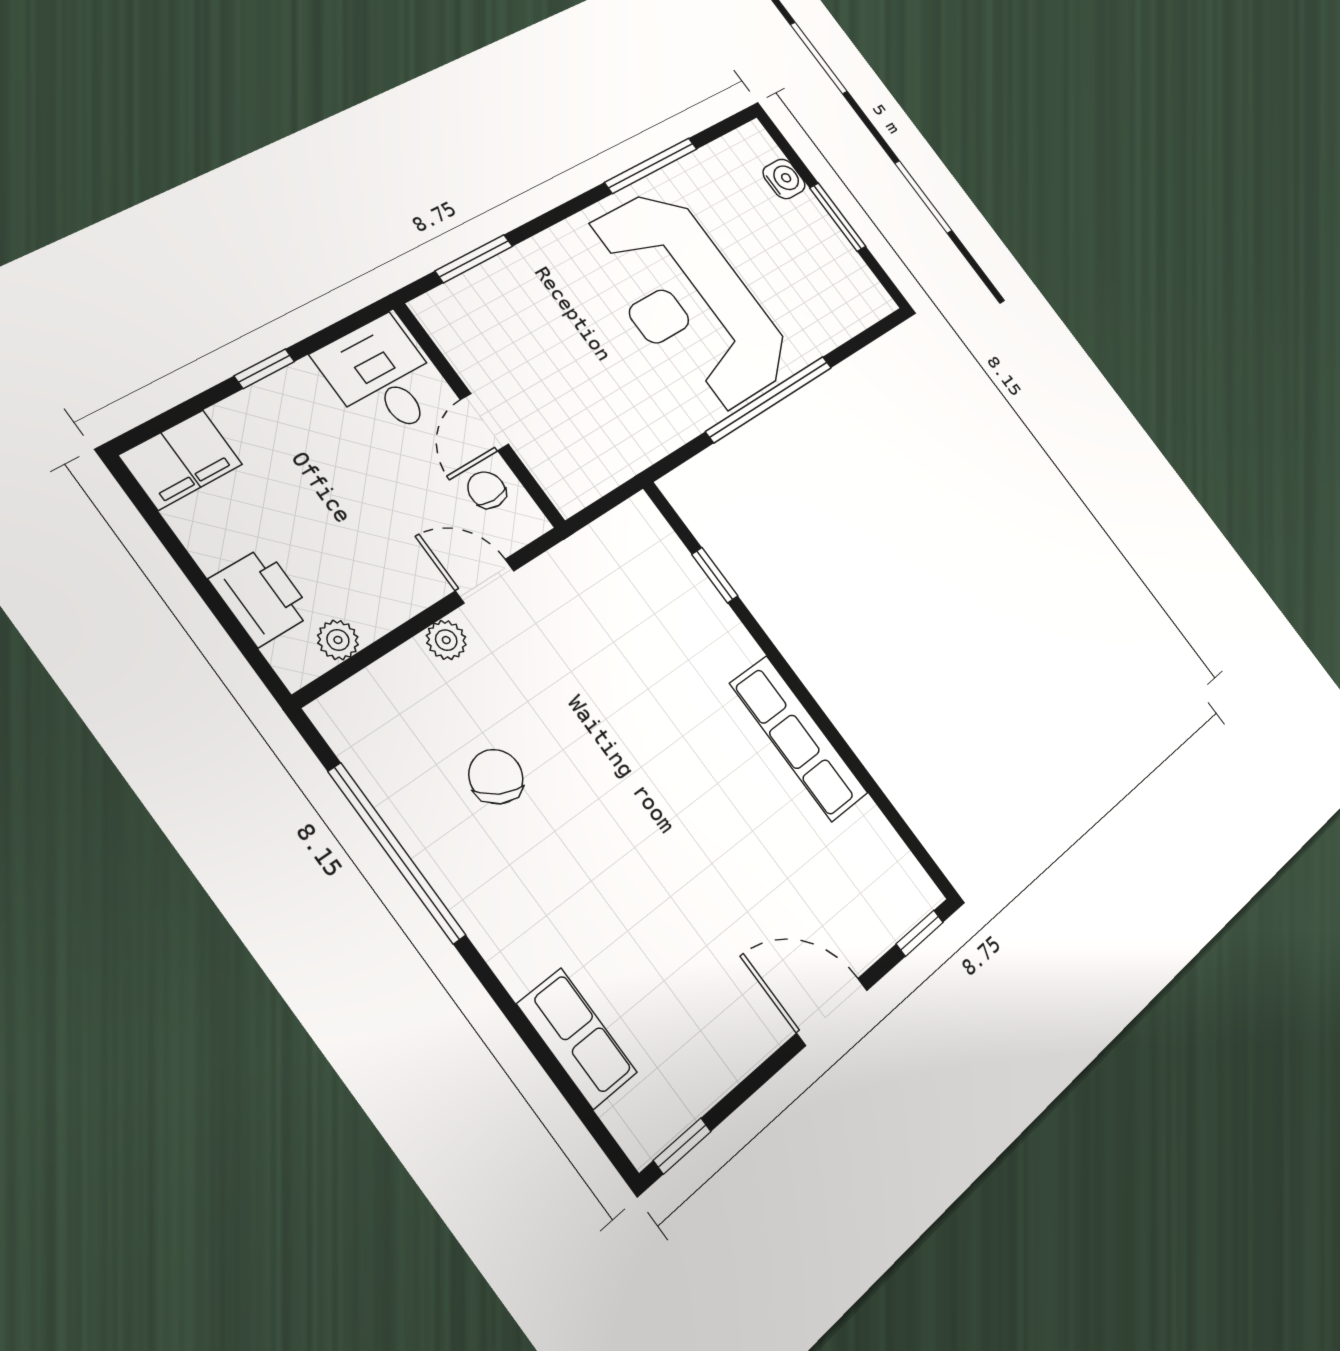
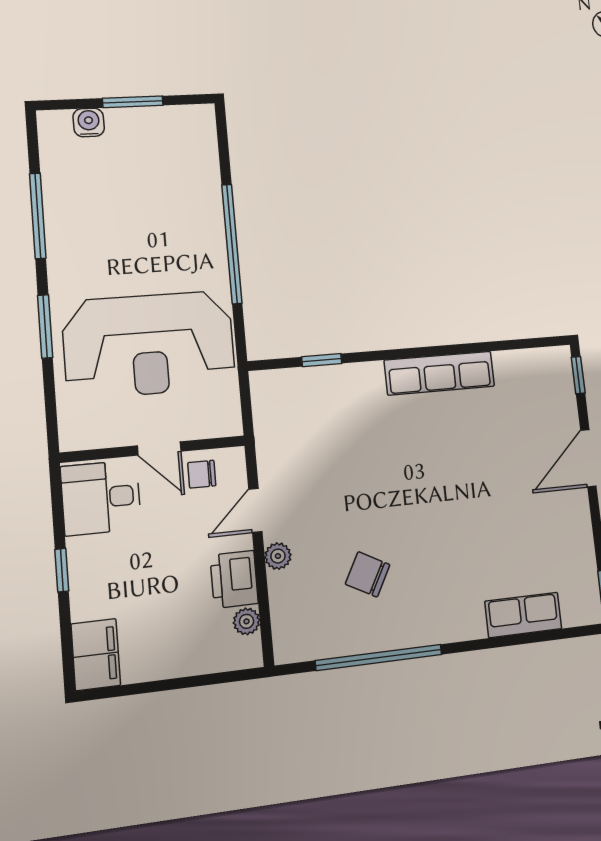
window: (474, 259) -> (45, 326), moved
reception desk: (687, 300) -> (149, 344), moved
printer: (261, 596) -> (234, 579), moved, turned -90

